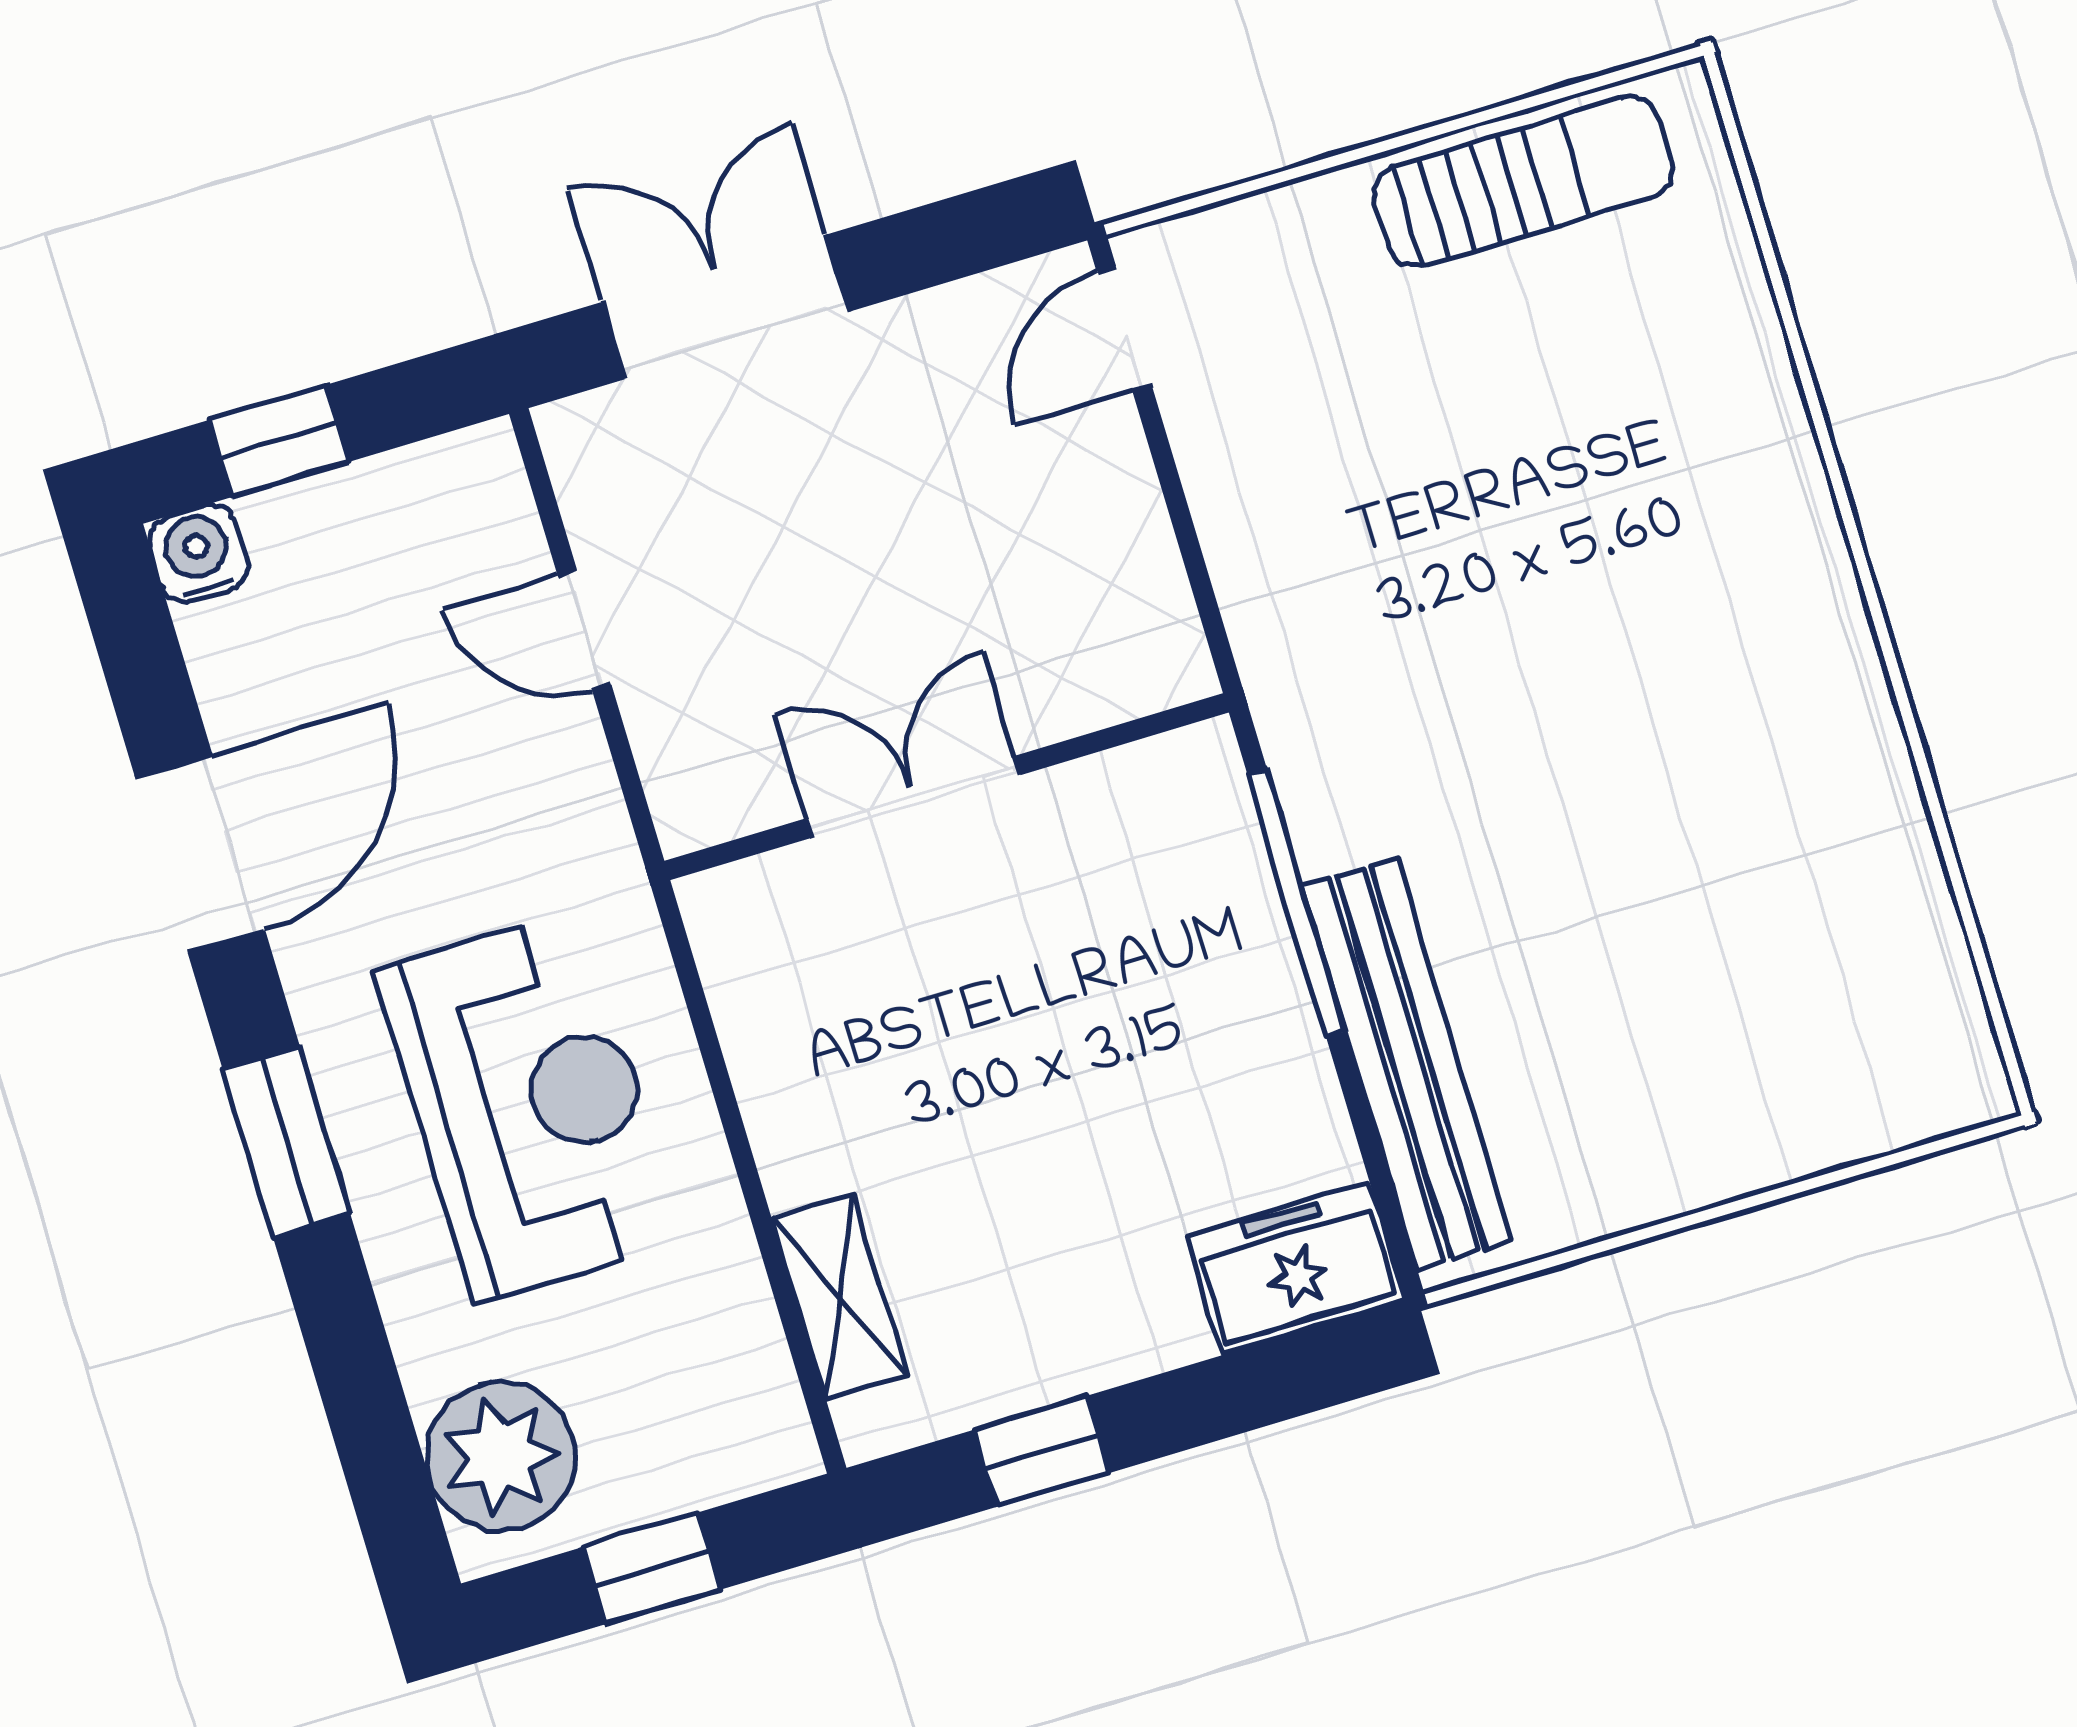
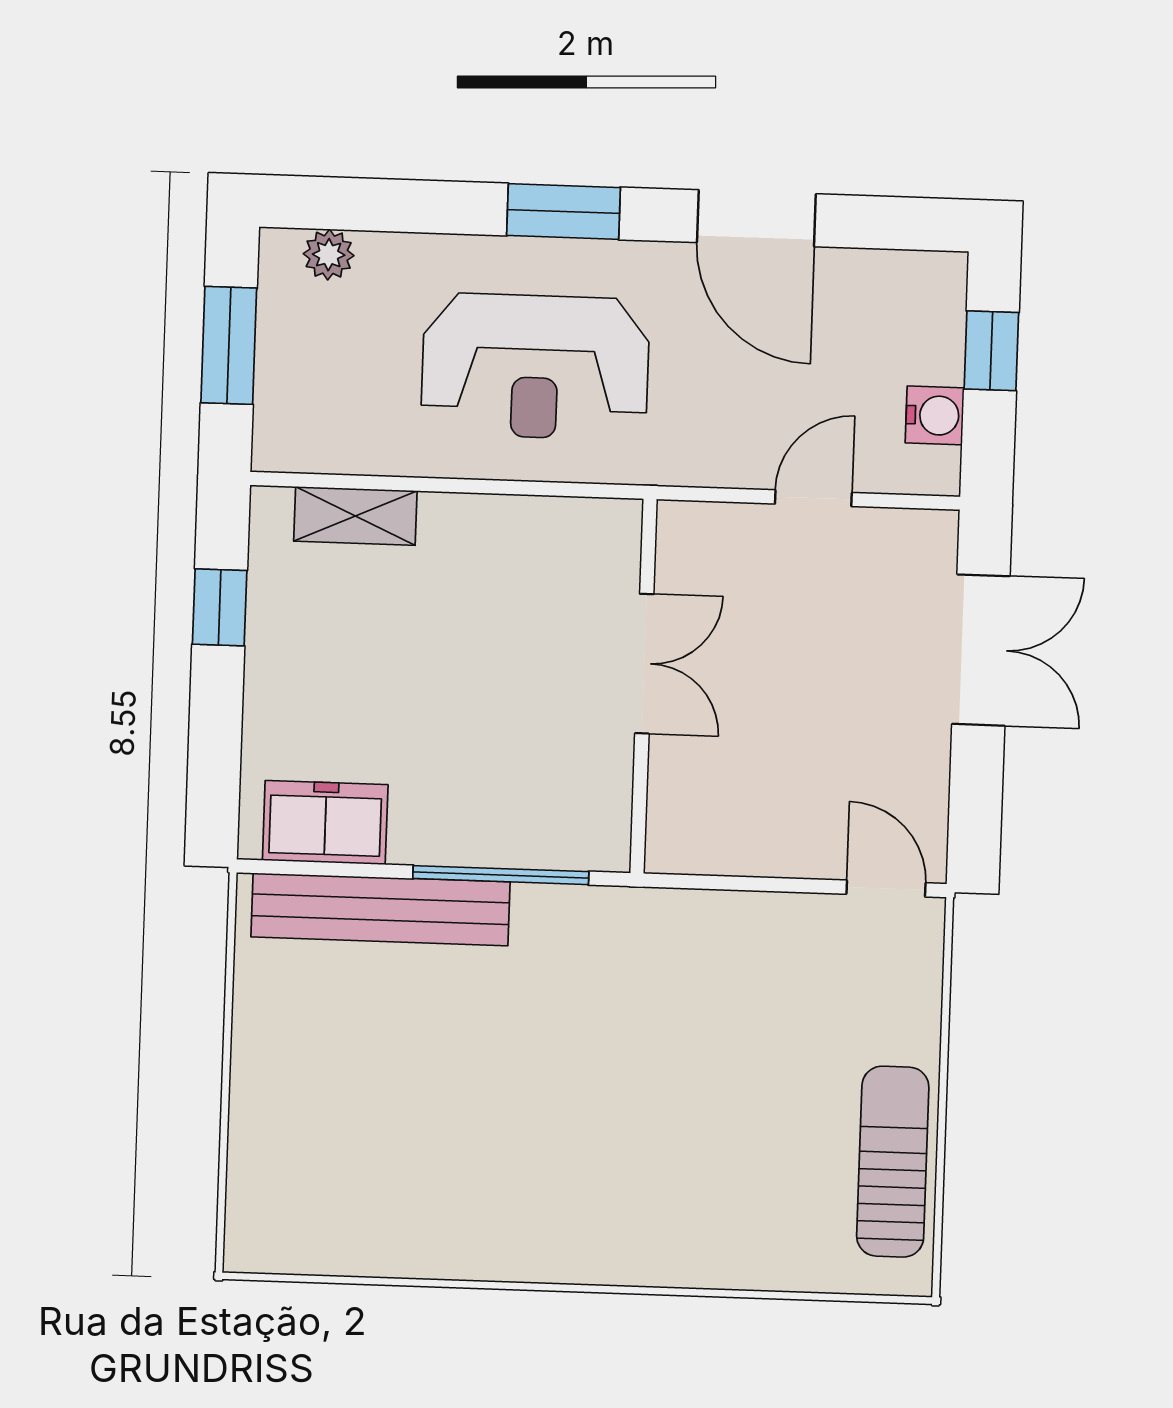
sun lounger: (1524, 182) -> (893, 1162), turned 180
water cooler: (198, 553) -> (935, 415), moved
freezer: (1296, 1268) -> (325, 822), moved, turned -90
plant: (501, 1457) -> (329, 255), width x0.53, depth x0.53
window: (651, 1569) -> (229, 345), width x1.50

